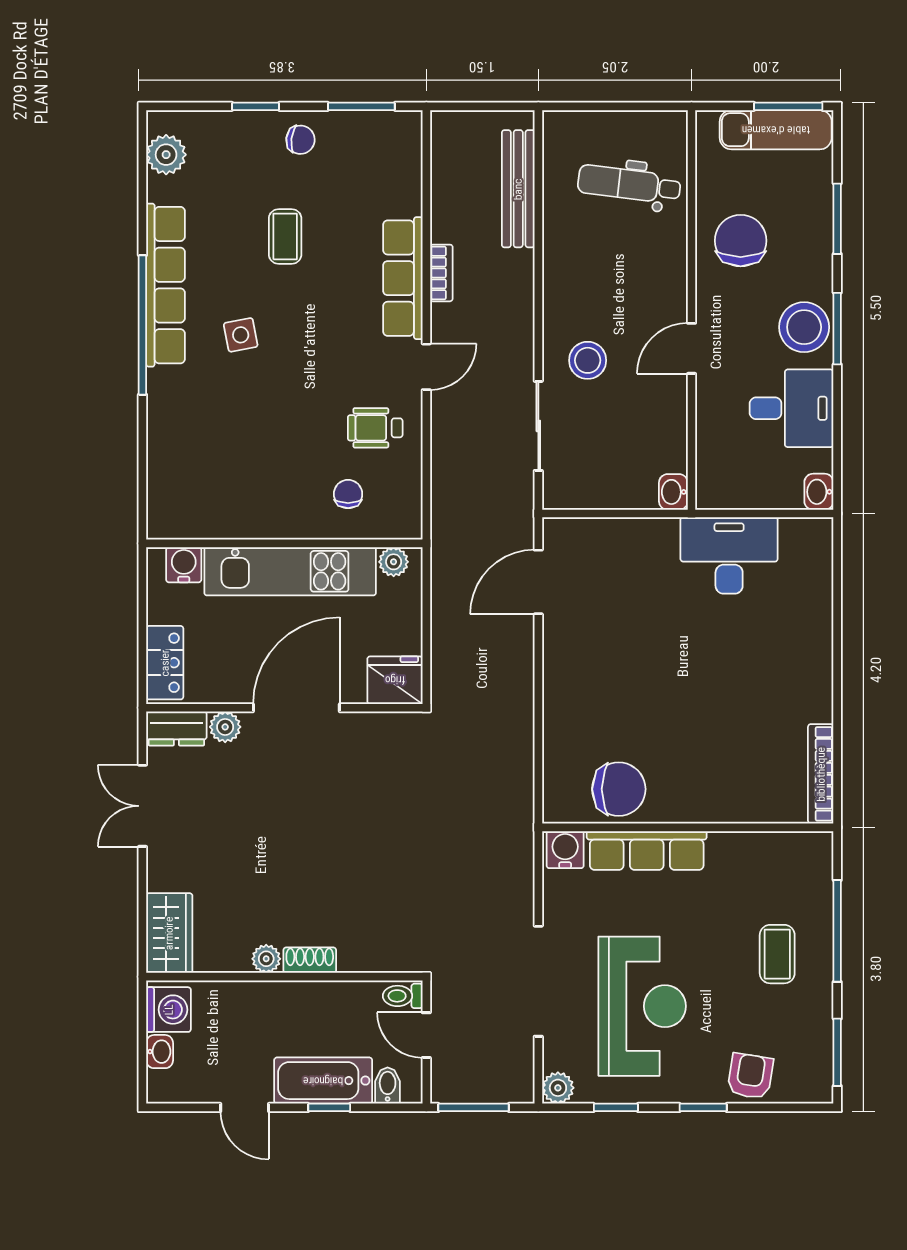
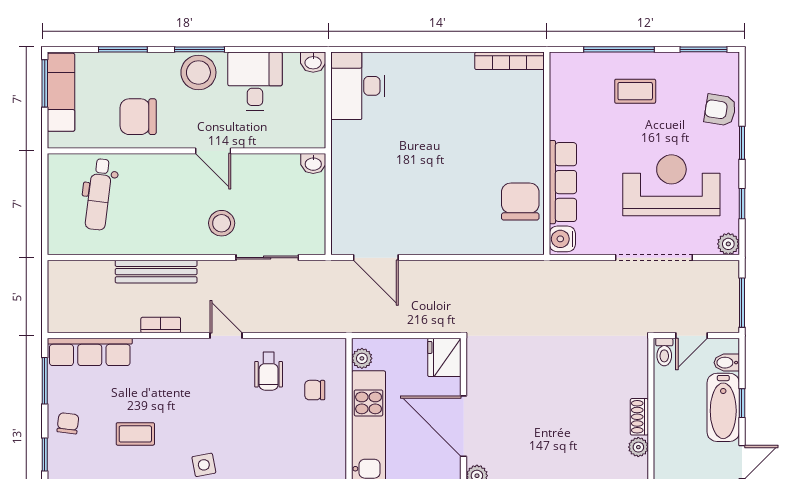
bench: (518, 189) -> (156, 272), moved
row of seats: (403, 278) -> (90, 352), moved
desk: (729, 555) -> (357, 86), moved

